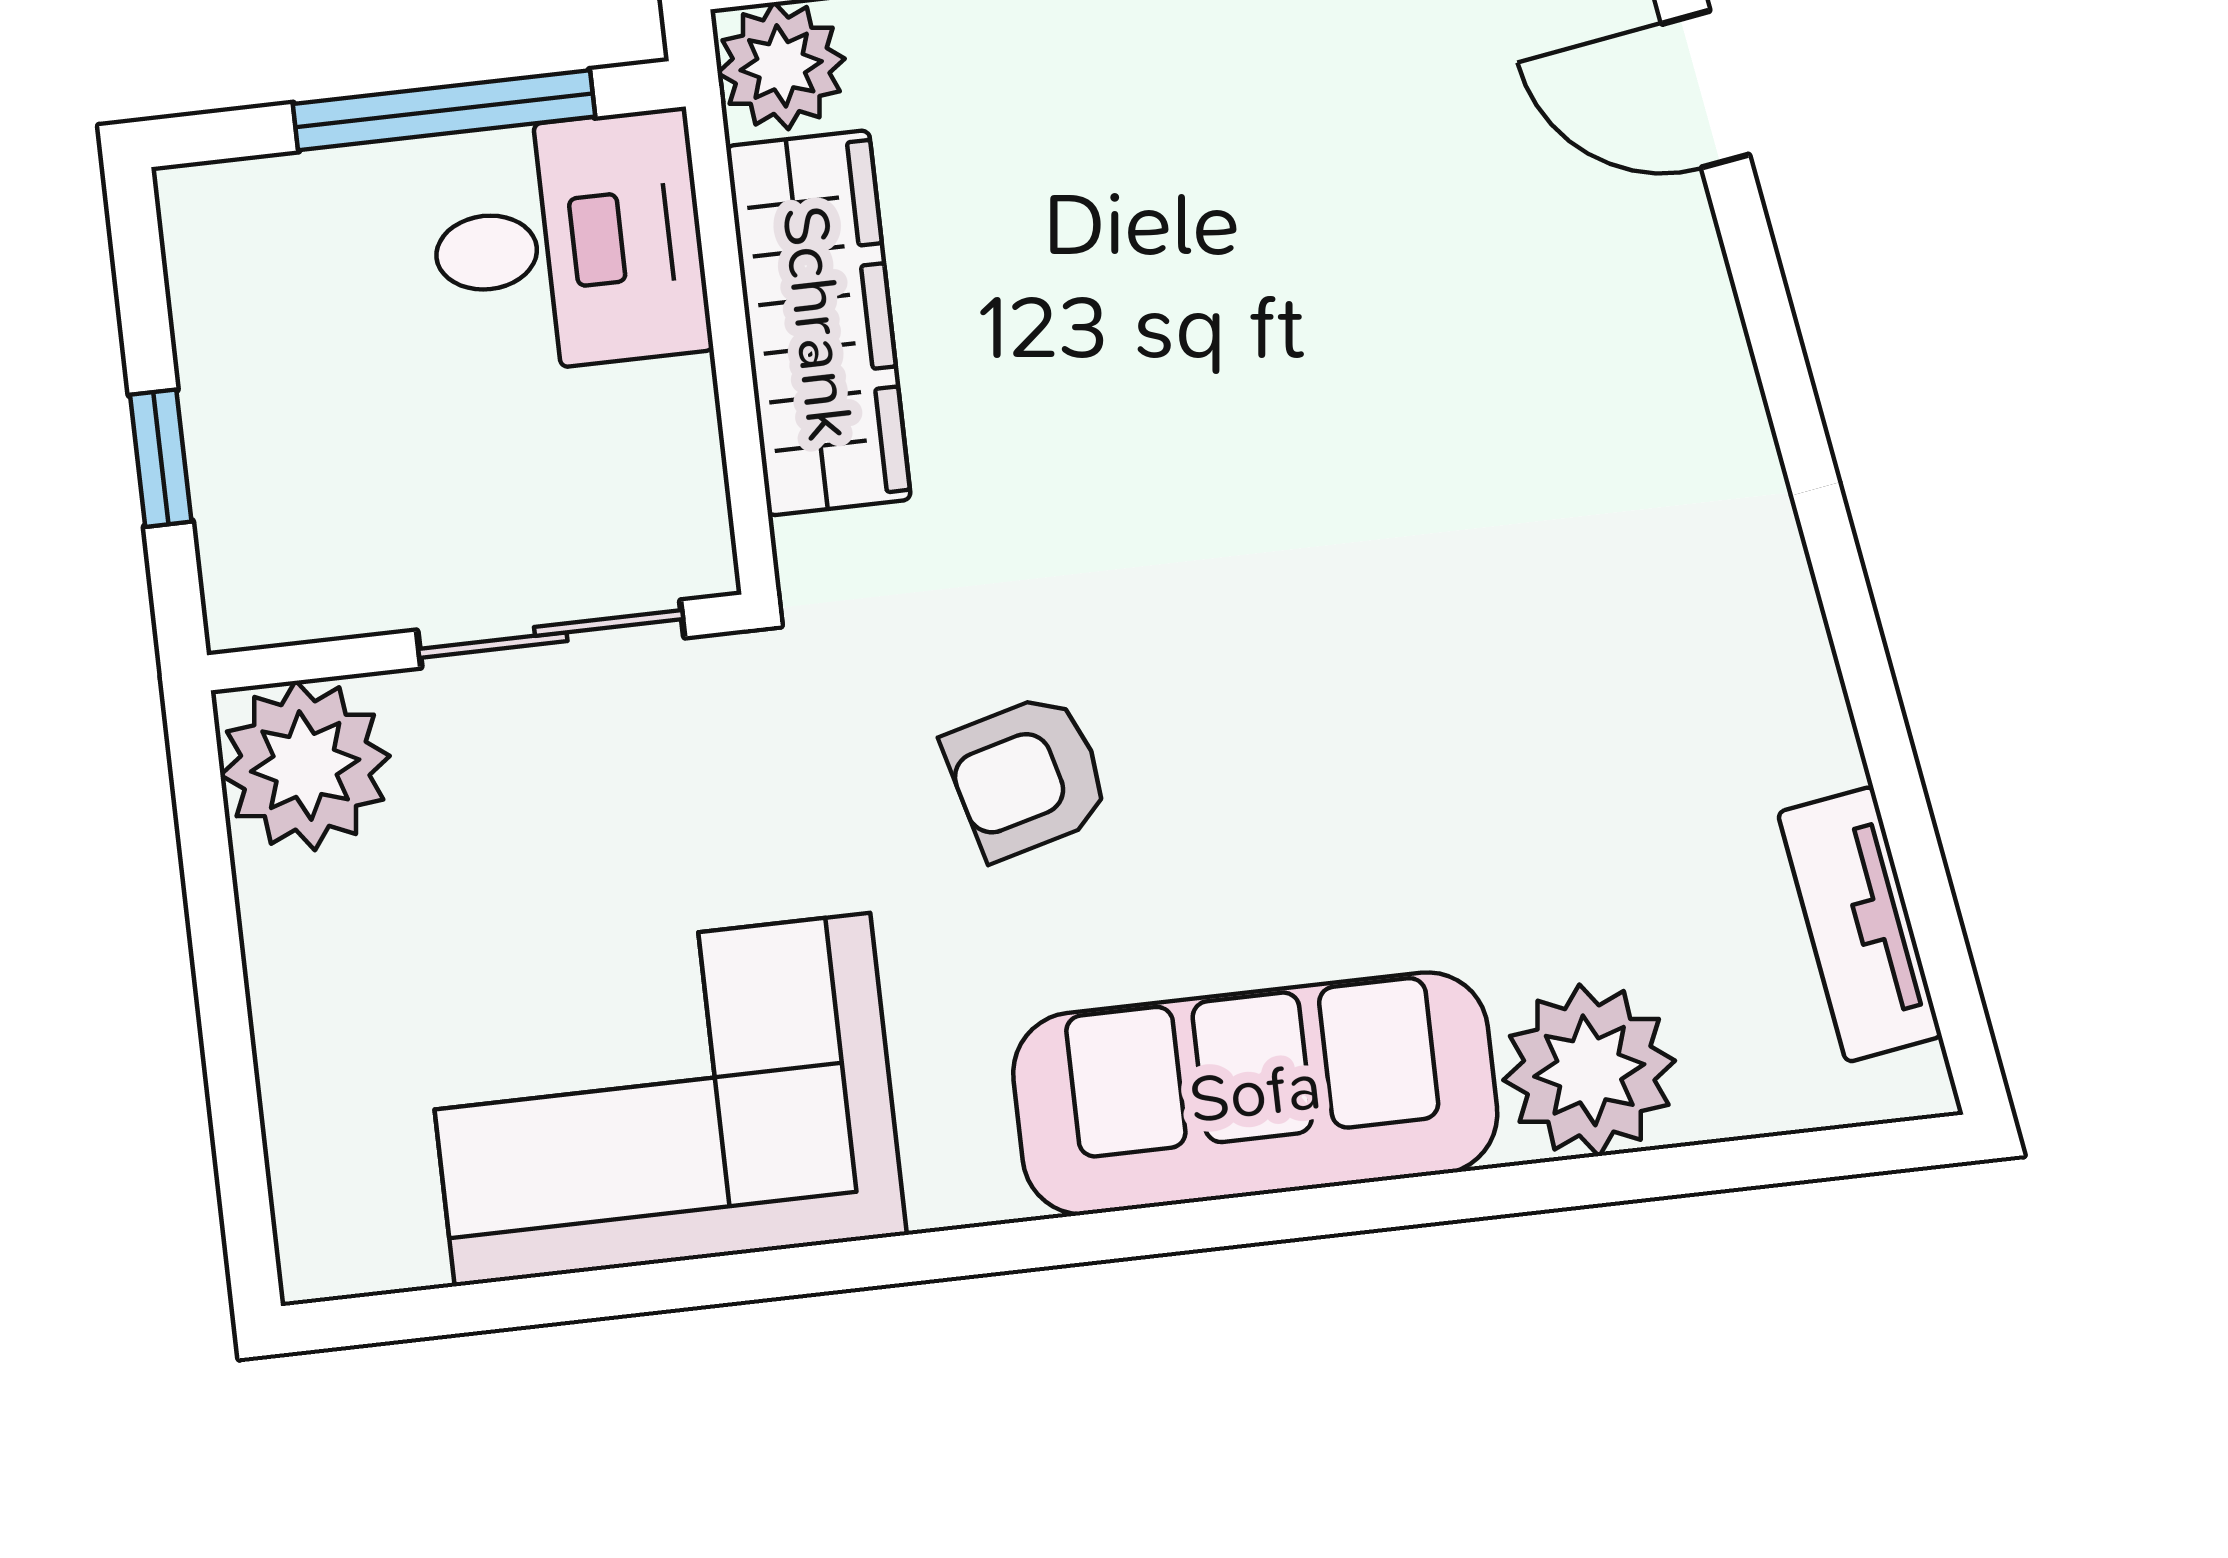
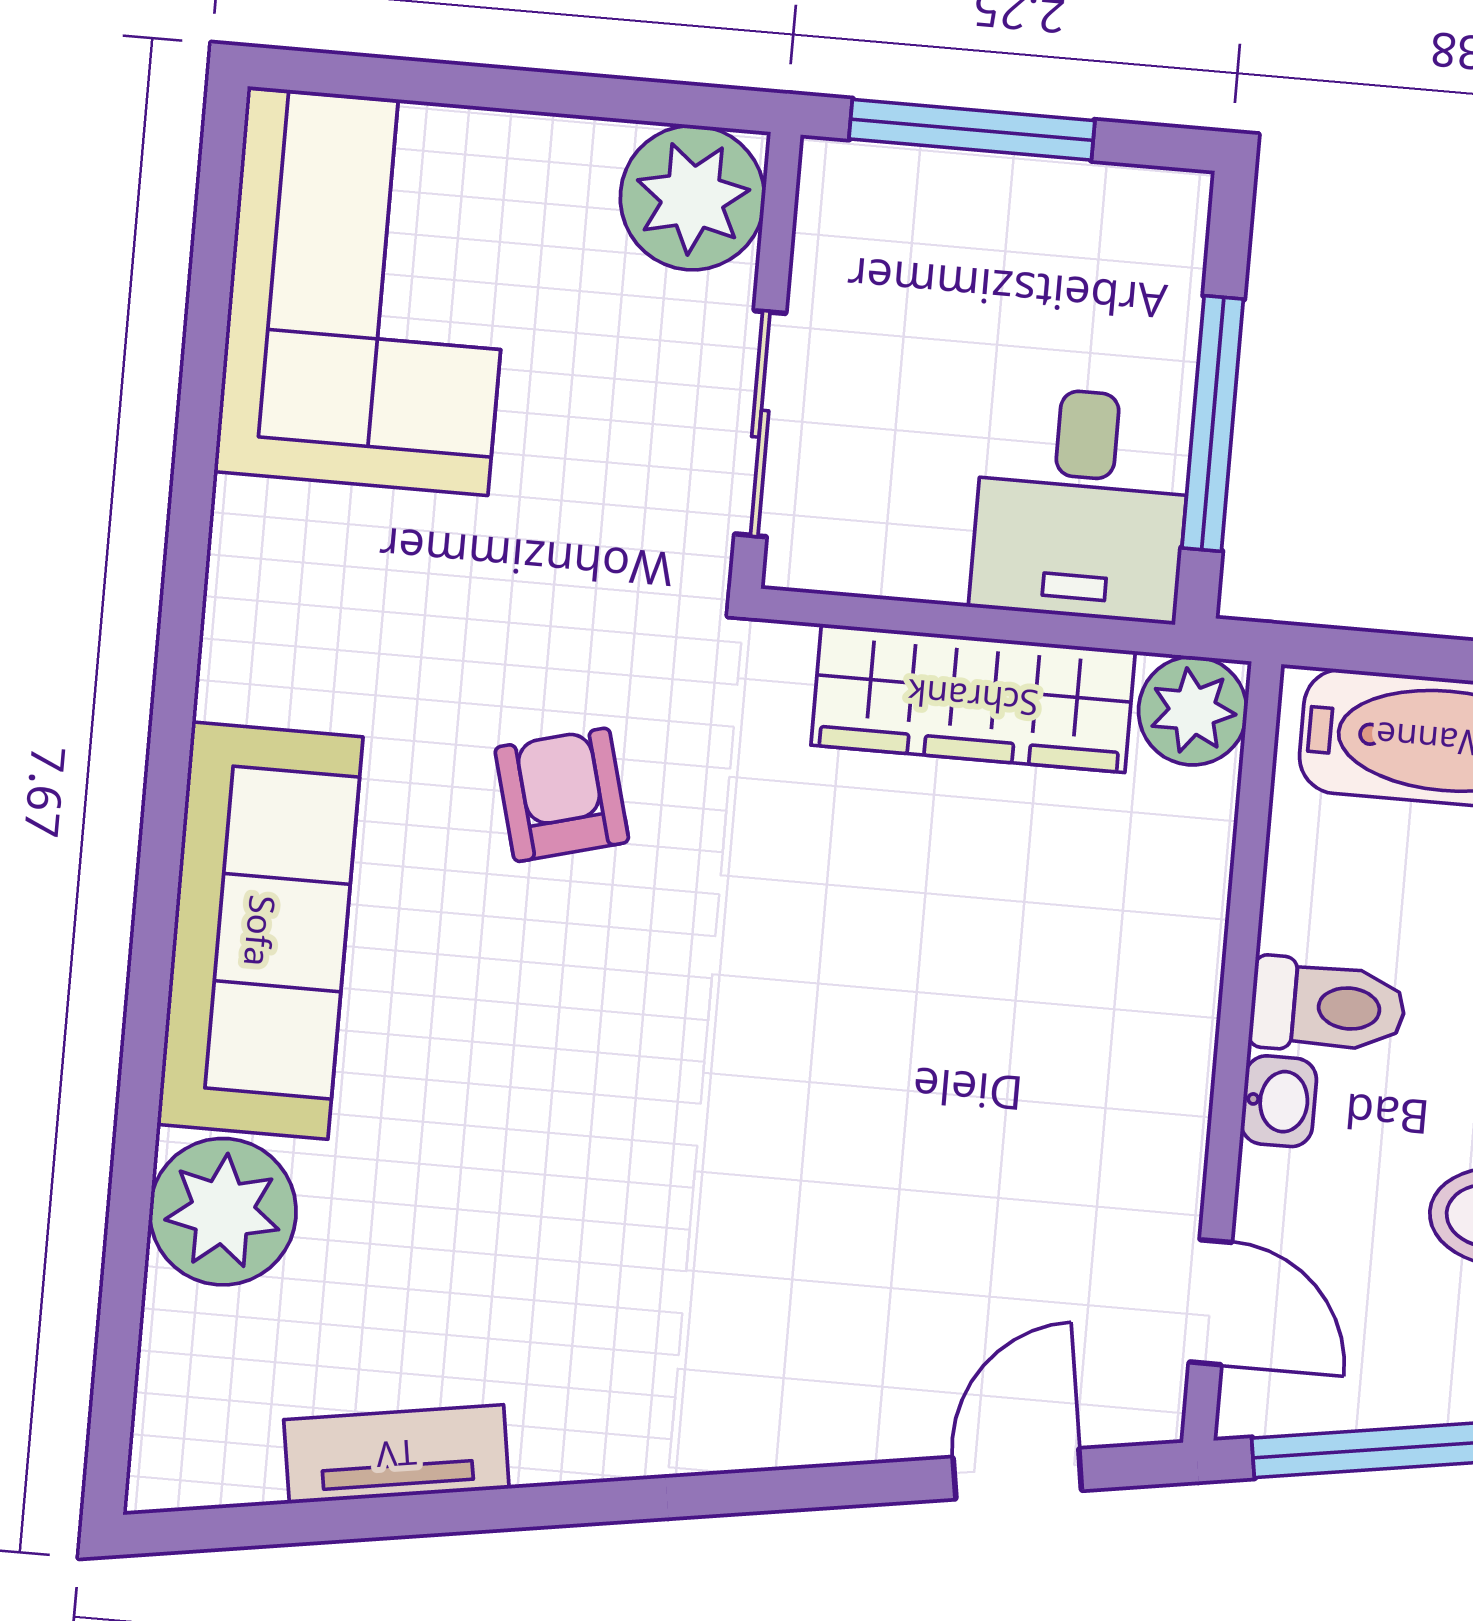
window: (161, 458) -> (972, 130), width x2.17
tv unit: (1860, 924) -> (396, 1454), moved
corner sofa: (663, 1100) -> (368, 292), moved

